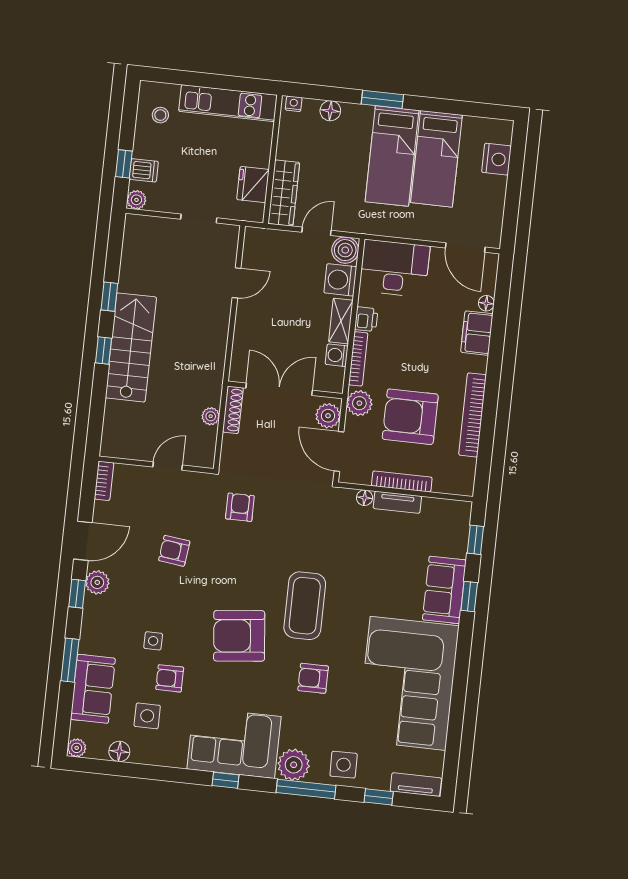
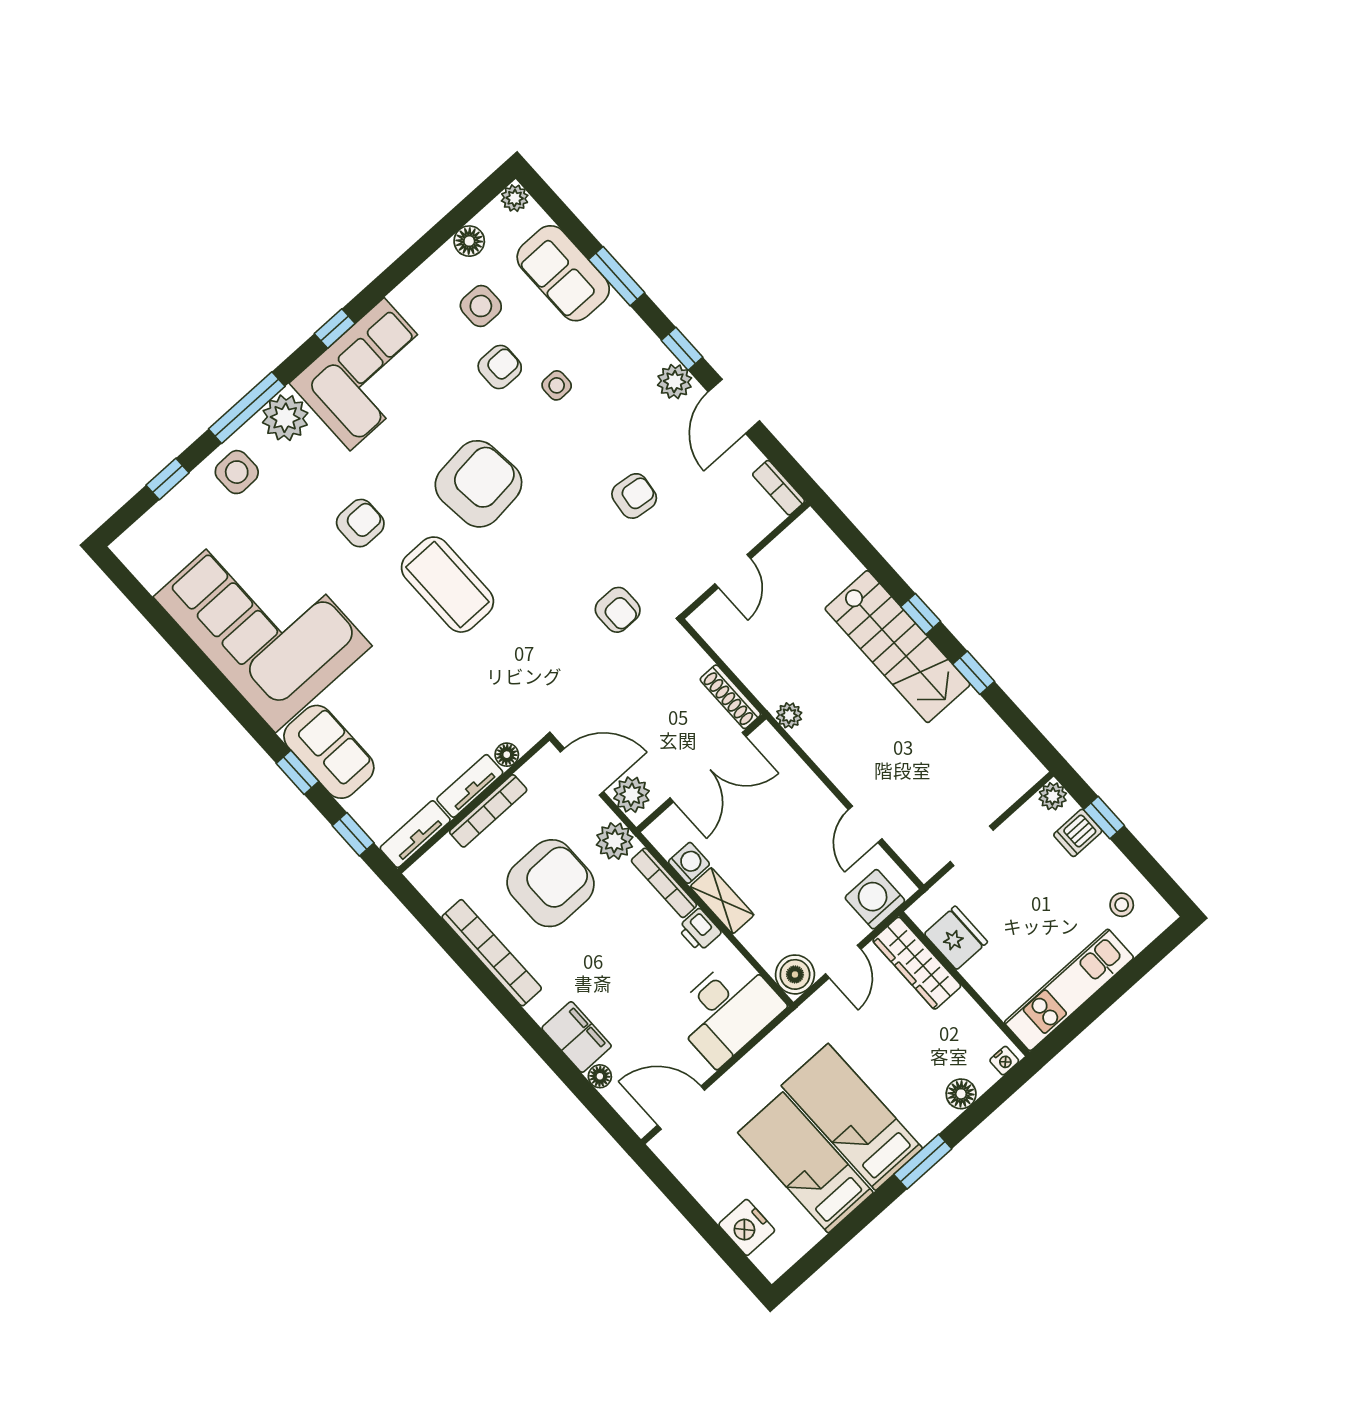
washing machine: (340, 280) -> (875, 899), moved, turned -90
plant: (211, 416) -> (789, 715), moved
tv unit: (416, 785) -> (415, 834), moved, turned 180

